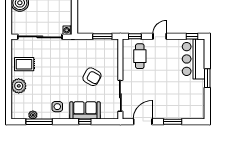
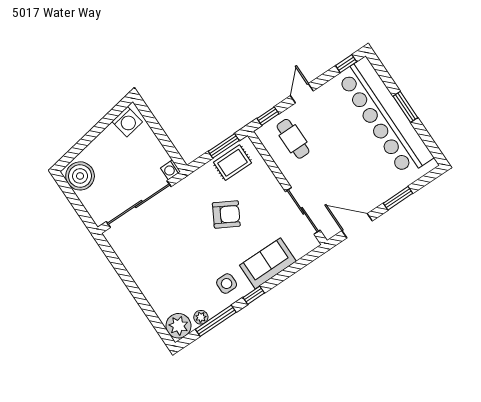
bar counter: (194, 59) -> (385, 117), width x1.86
rug: (24, 64) -> (232, 163), moved
armchair: (92, 77) -> (226, 214), moved
plant: (19, 86) -> (178, 326), moved
window: (85, 122) -> (254, 295), moved
door: (143, 122) -> (357, 226), hinge flipped

